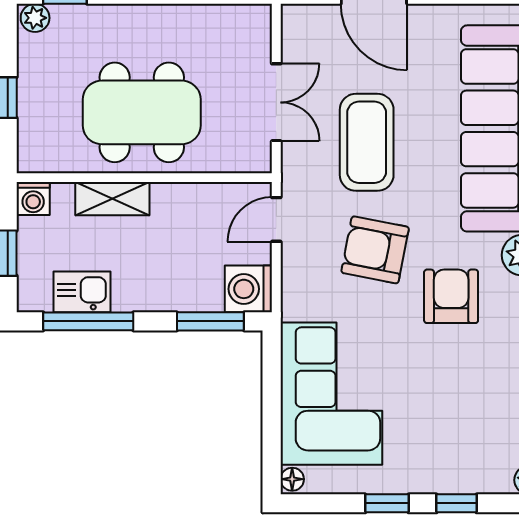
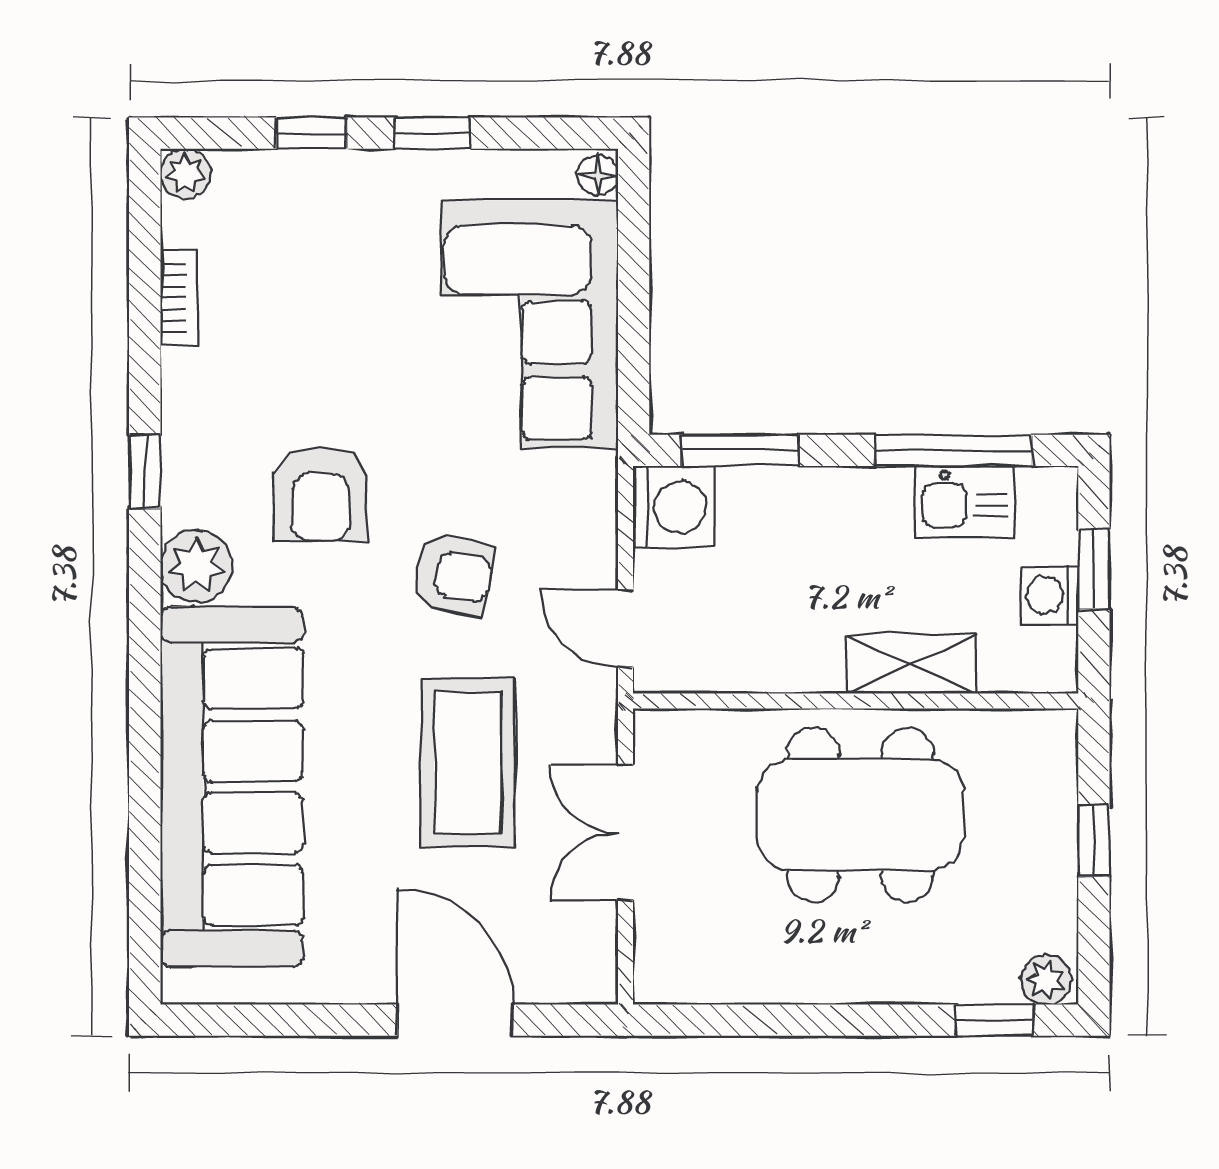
washing machine: (33, 198) -> (1049, 595), moved, turned -90
door: (276, 219) -> (625, 628), swing flipped
armchair: (375, 250) -> (453, 575), width x0.72, depth x0.72

